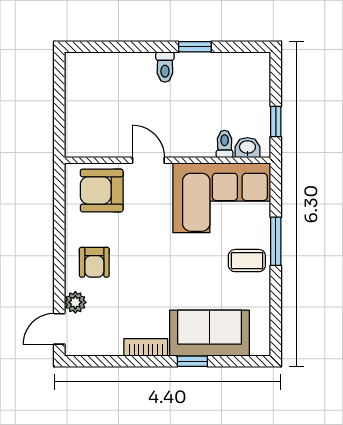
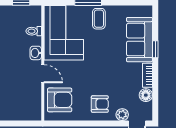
washbasin: (247, 148) -> (36, 53), moved
door: (148, 160) -> (43, 74), swing flipped
armchair: (102, 190) -> (60, 100), turned -90
floor lamp: (110, 344) -> (146, 95), added

